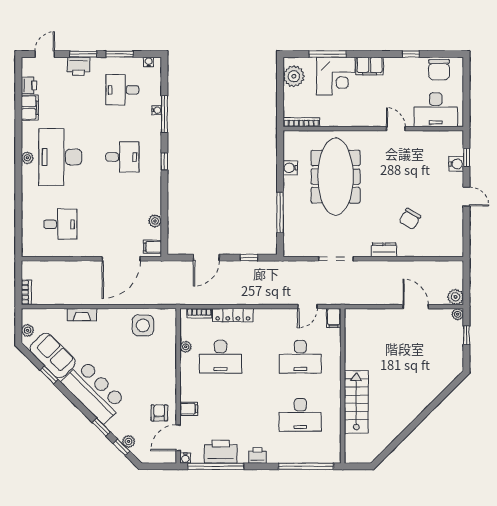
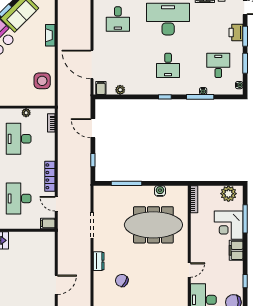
locker: (233, 315) -> (50, 176), moved

